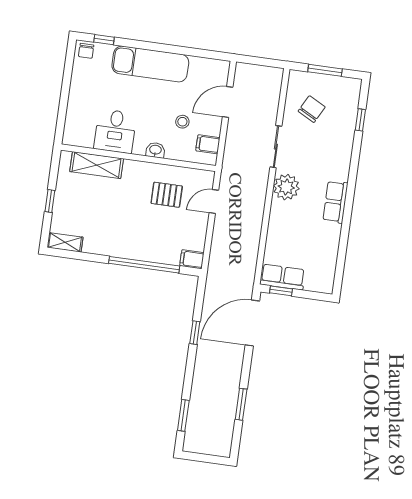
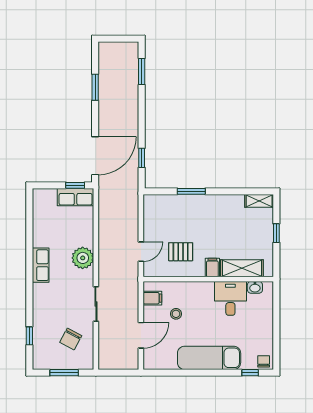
washbasin: (155, 150) -> (255, 287), moved
plant: (286, 187) -> (83, 258), moved
filing cabinet: (192, 259) -> (212, 267), moved, turned -90
window: (144, 265) -> (191, 191), width x0.47
window: (195, 333) -> (142, 158), moved

